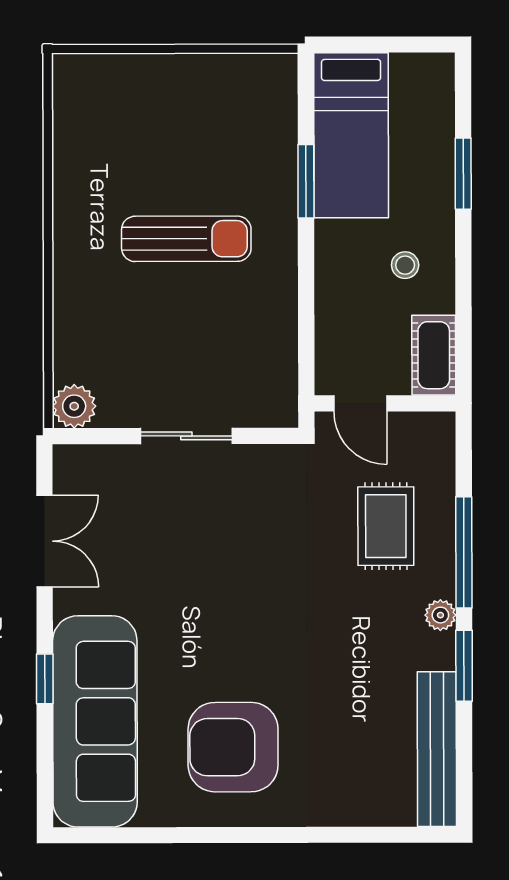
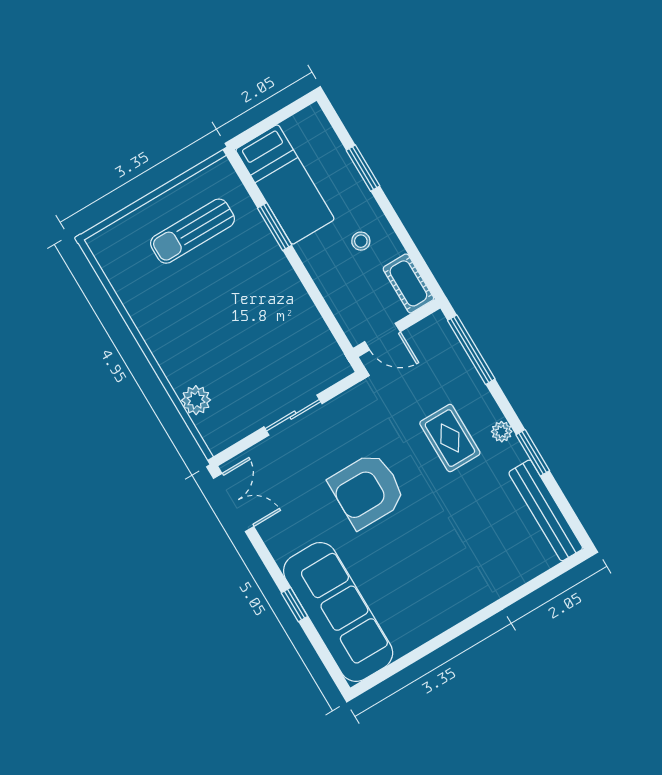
sun lounger: (186, 239) -> (192, 231), moved, turned 180
plant: (74, 406) -> (196, 400), moved
rug: (386, 526) -> (450, 438), moved
double door: (45, 541) -> (234, 503), moved
window: (464, 552) -> (471, 350), moved
armchair: (233, 747) -> (367, 490), moved

